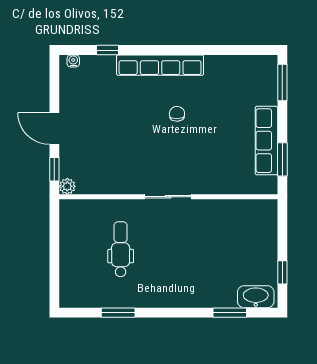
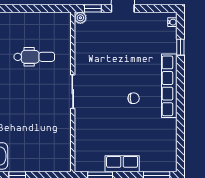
row of seats: (266, 141) -> (122, 164), width x0.68

